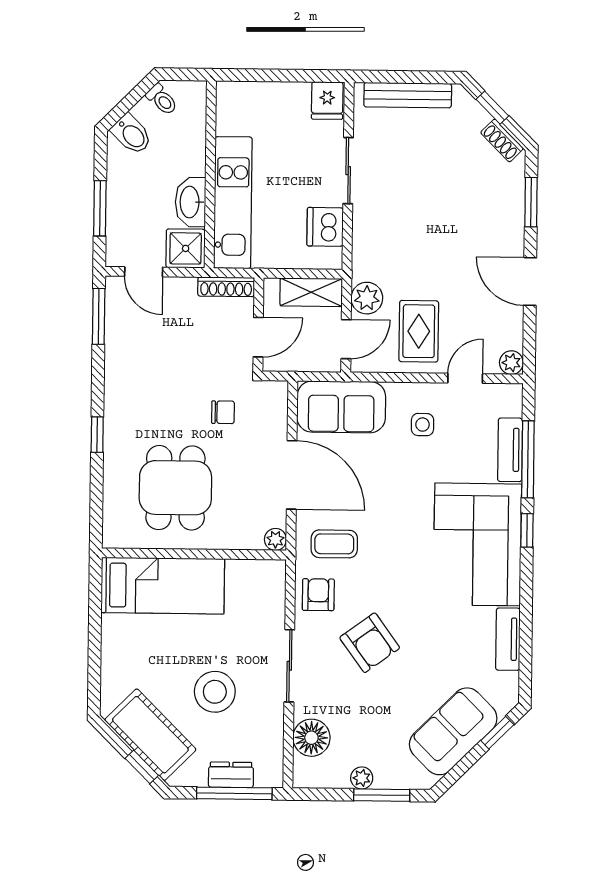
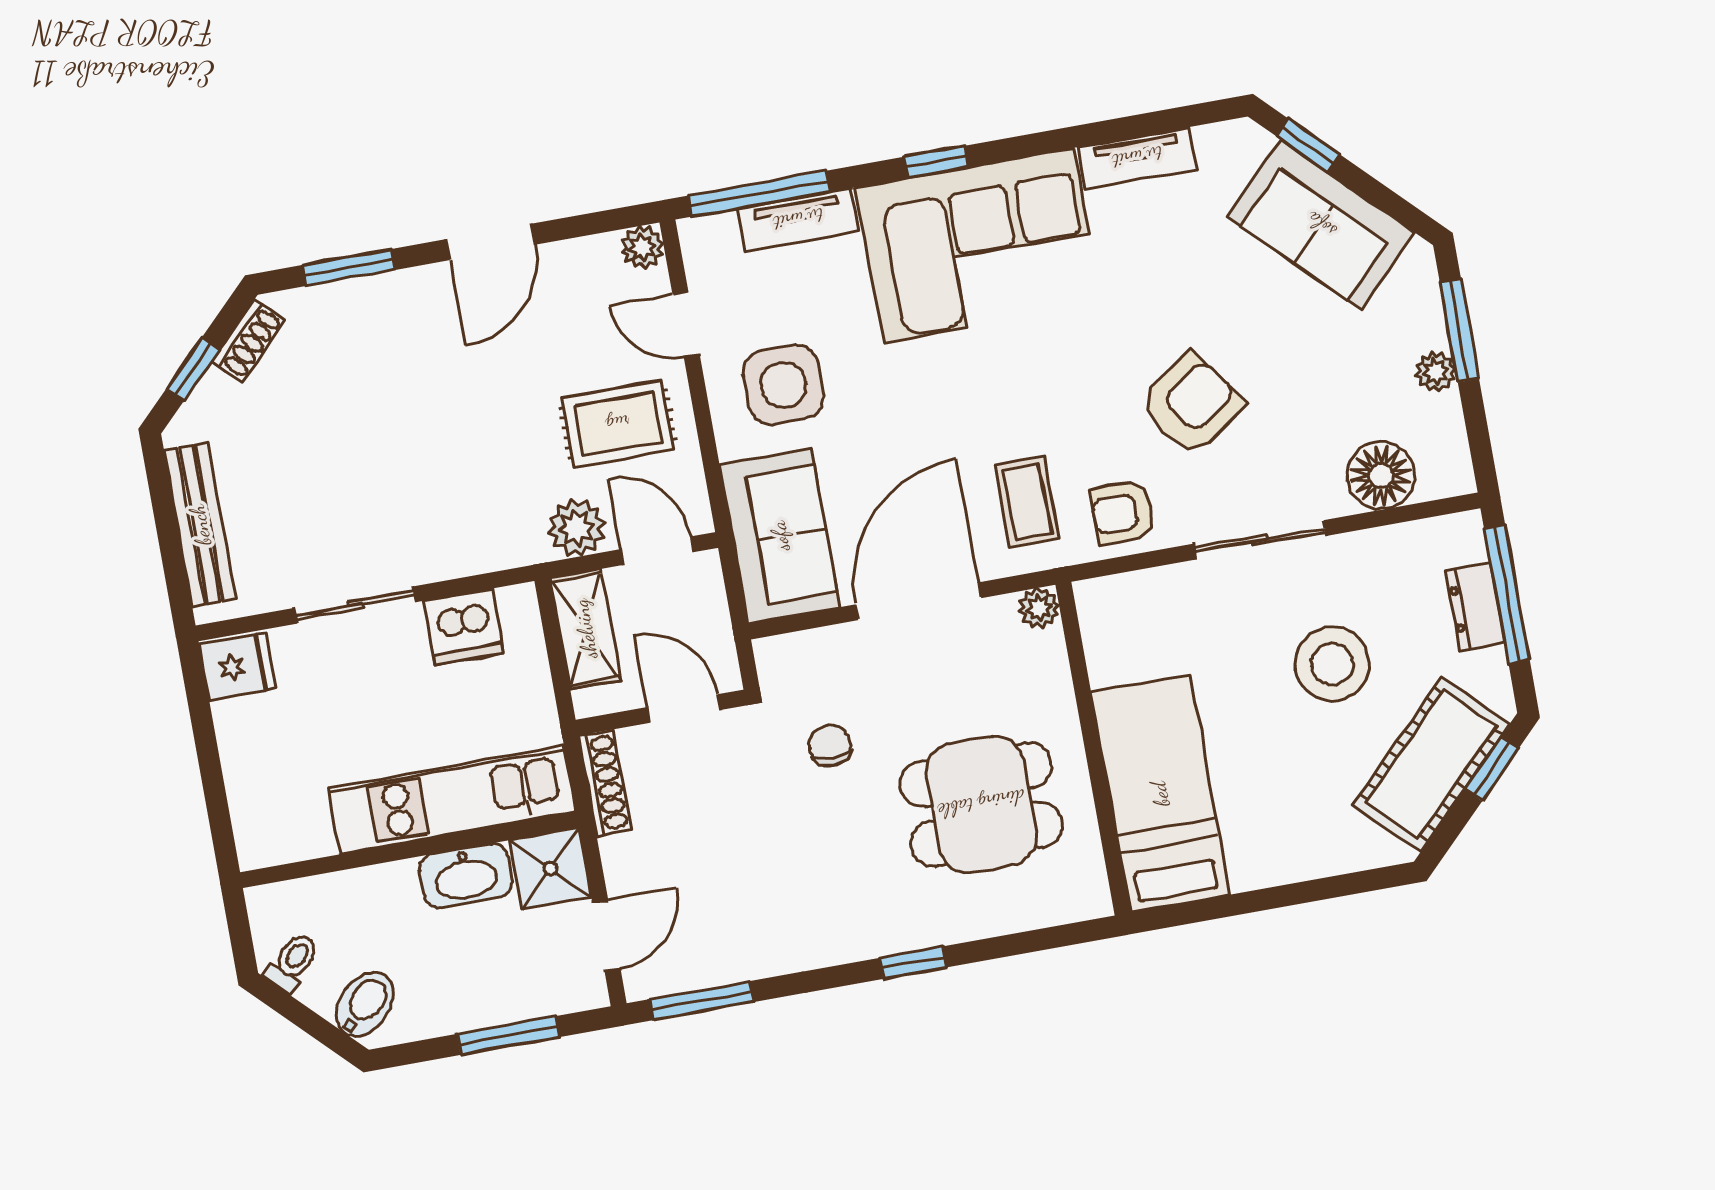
side table: (423, 425) -> (783, 385), width x1.87, depth x1.87
window: (528, 459) -> (759, 194), moved

